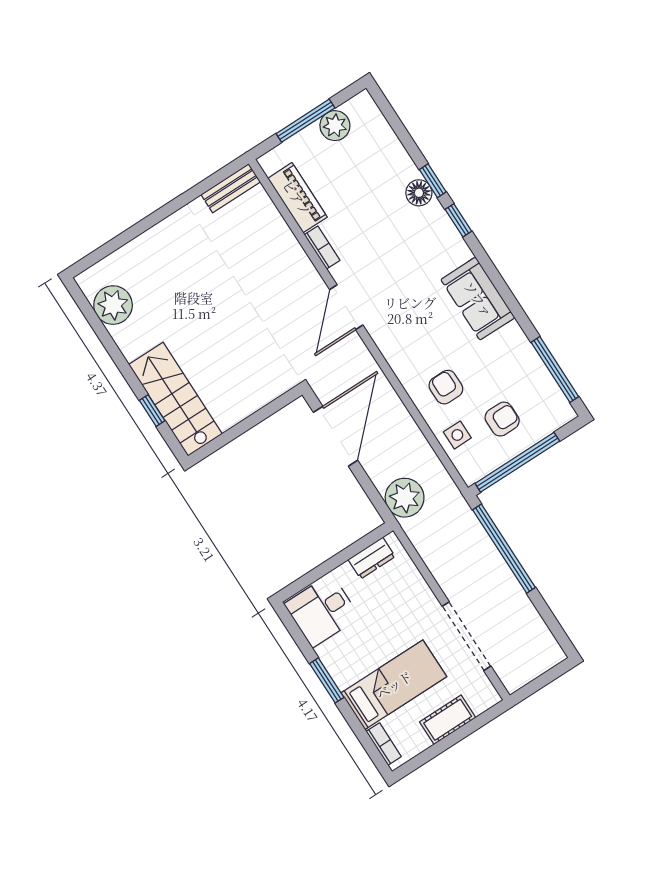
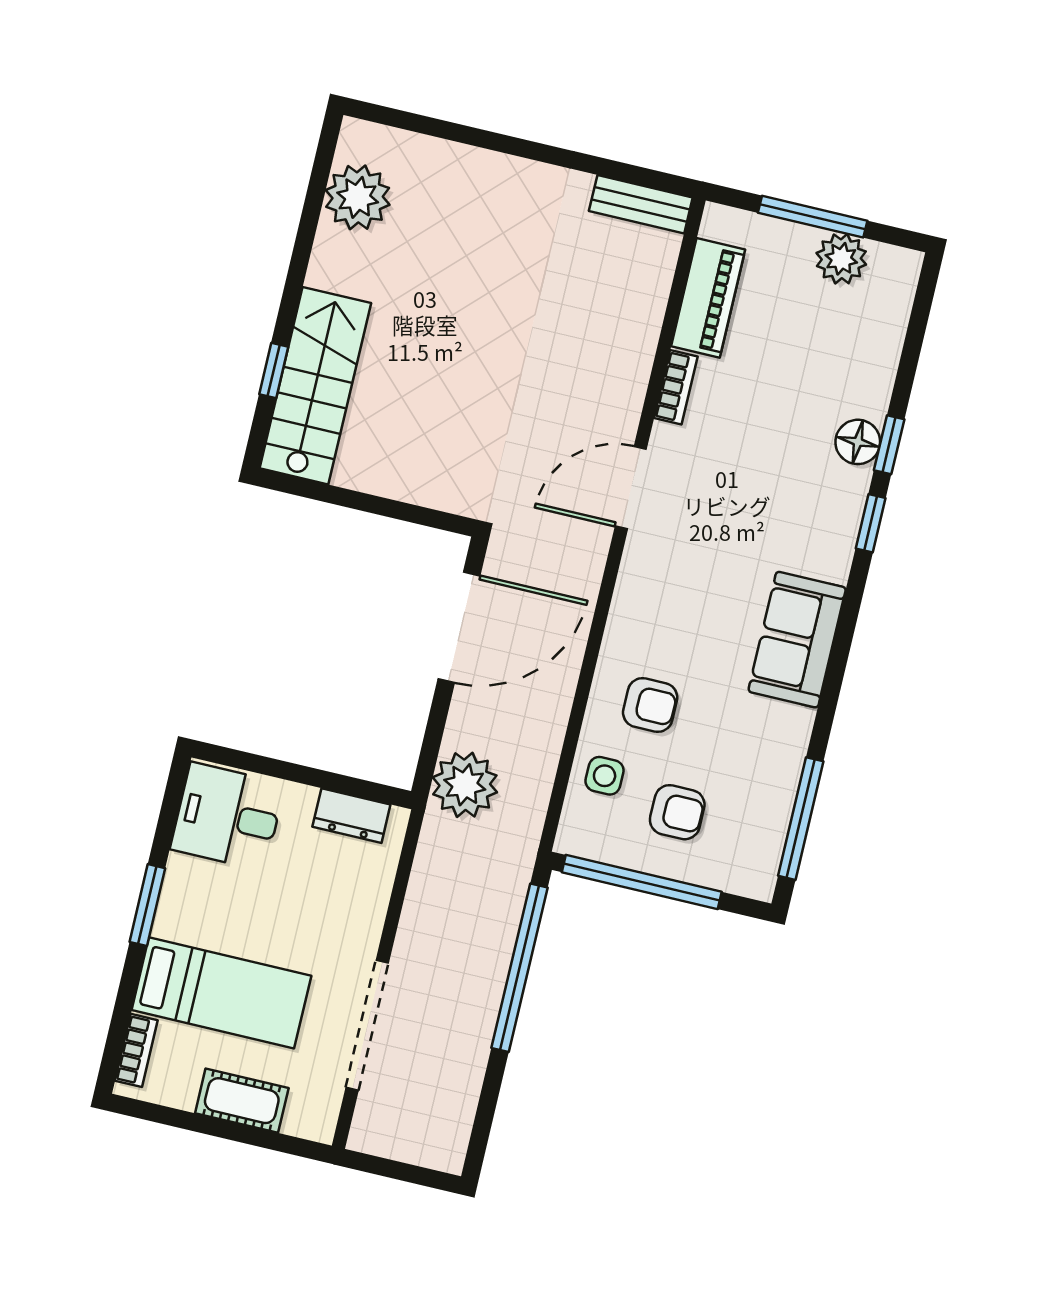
armchair: (446, 387) -> (650, 705), turned 90

